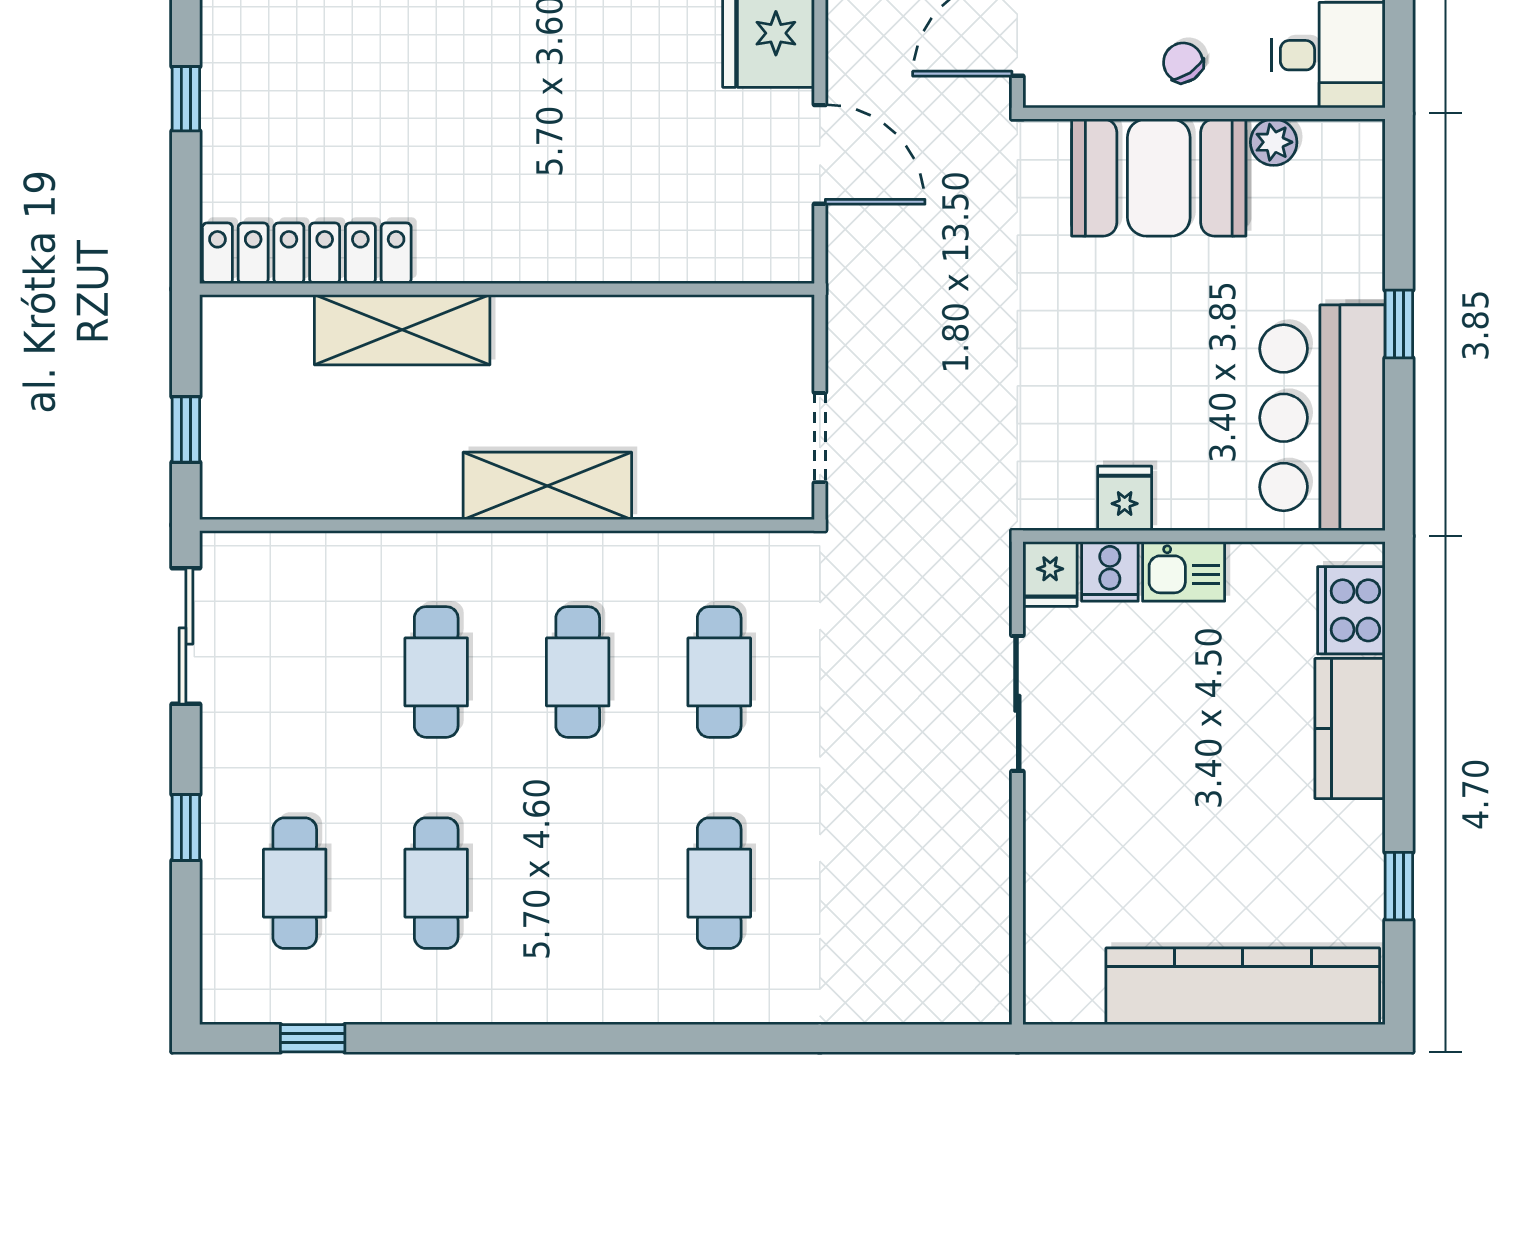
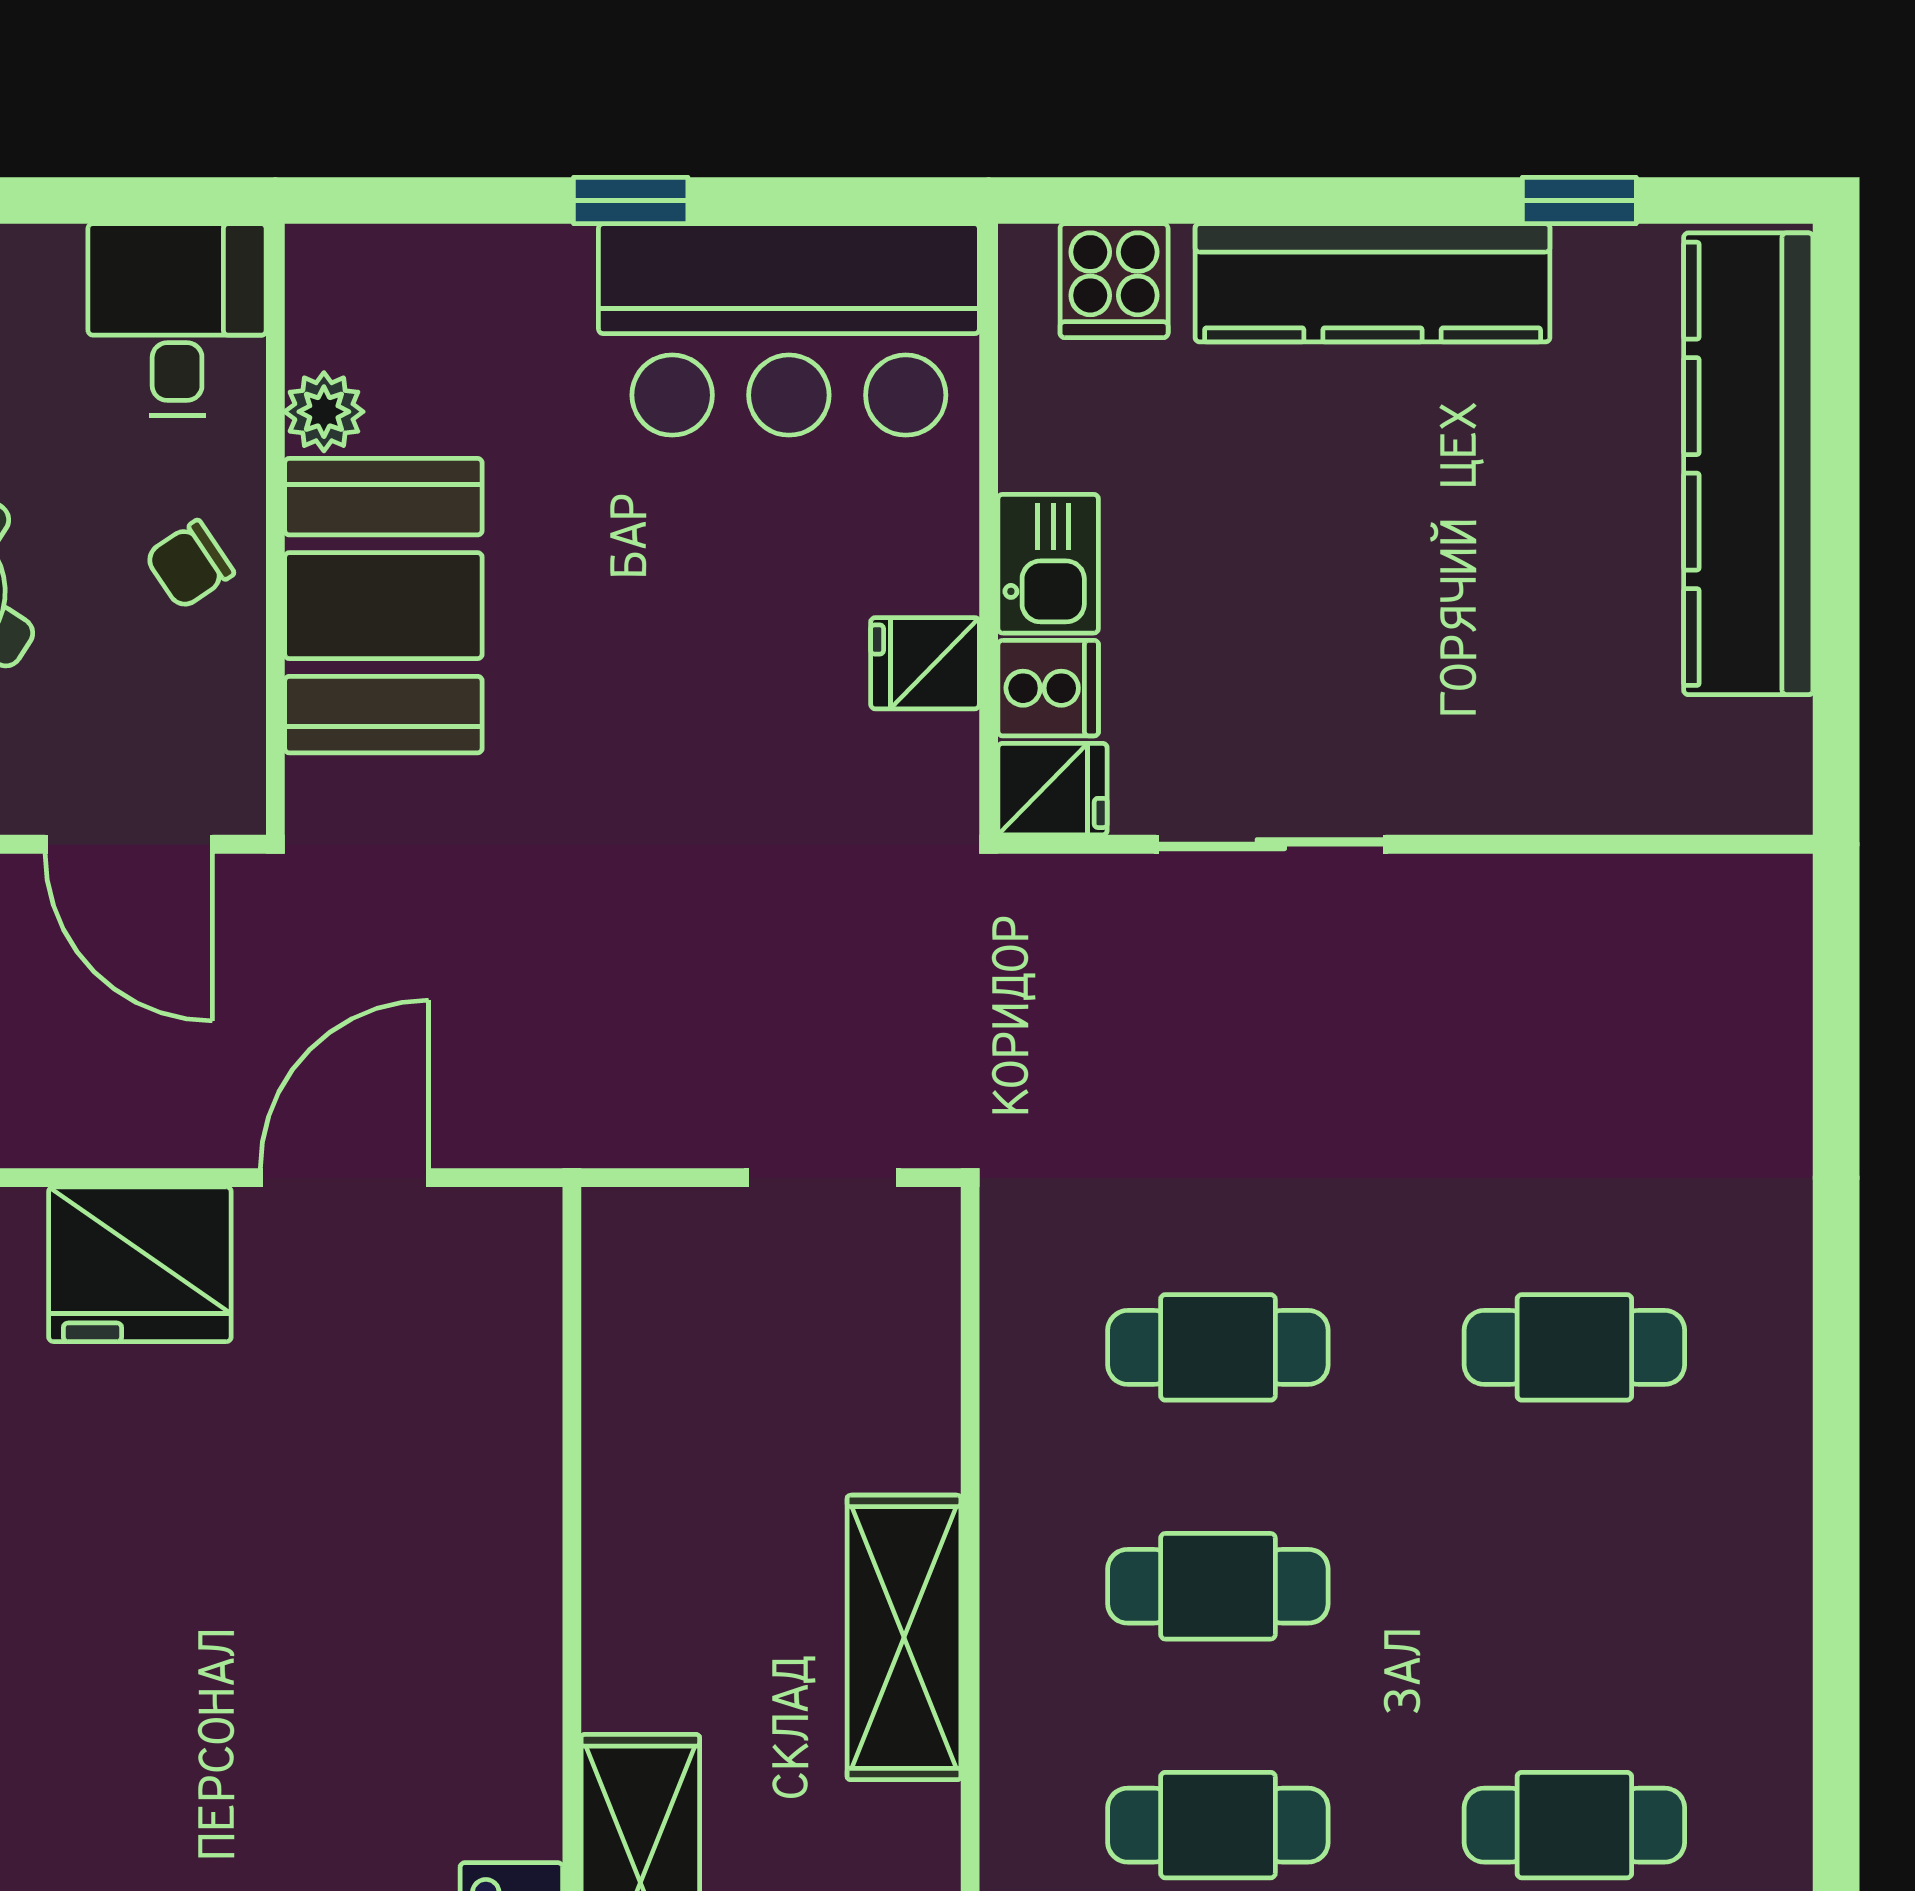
cooker: (1351, 610) -> (1114, 281), width x0.73
kitchen counter: (1350, 728) -> (1373, 283), width x1.50

